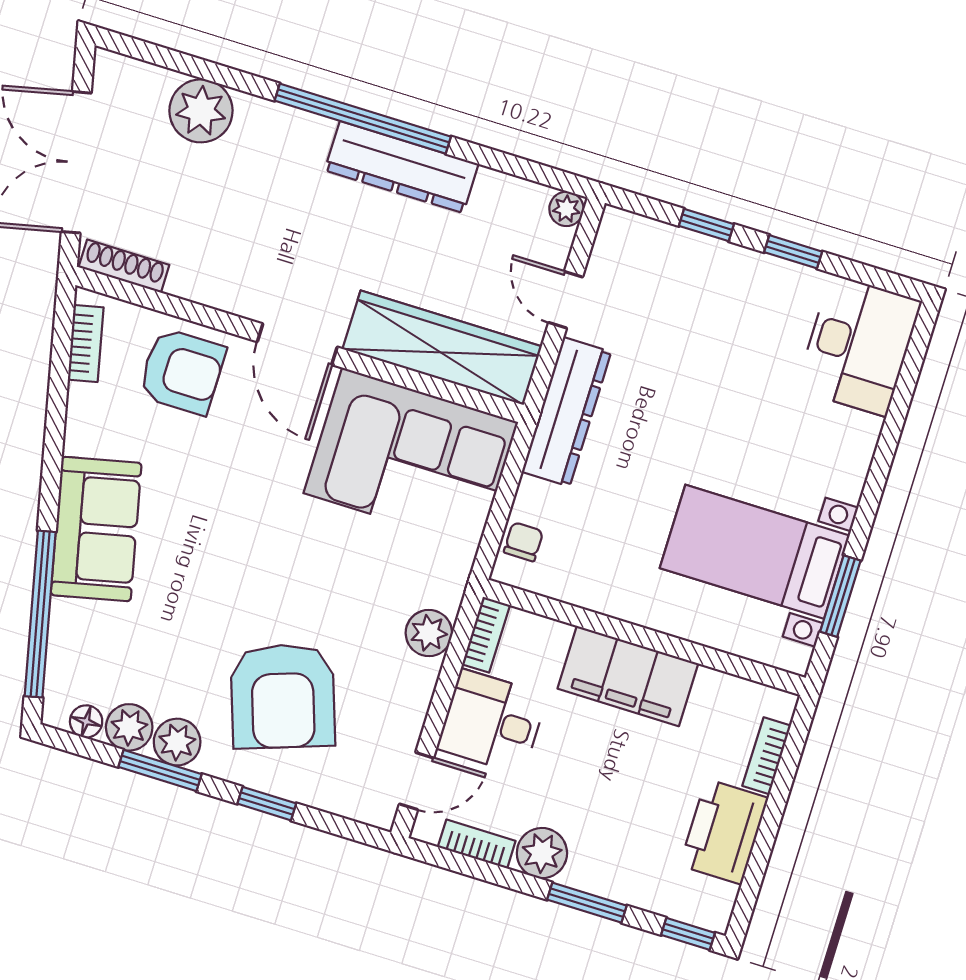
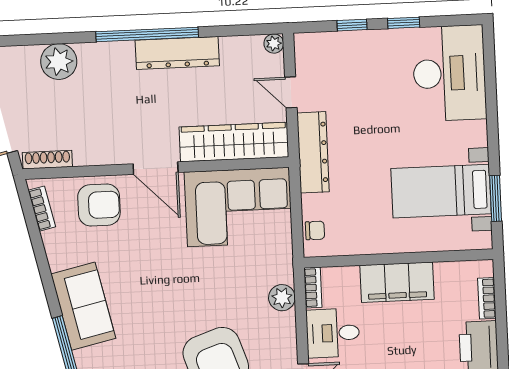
desk: (859, 345) -> (449, 73), width x1.36, depth x1.30
chair: (523, 542) -> (315, 230), turned 90

